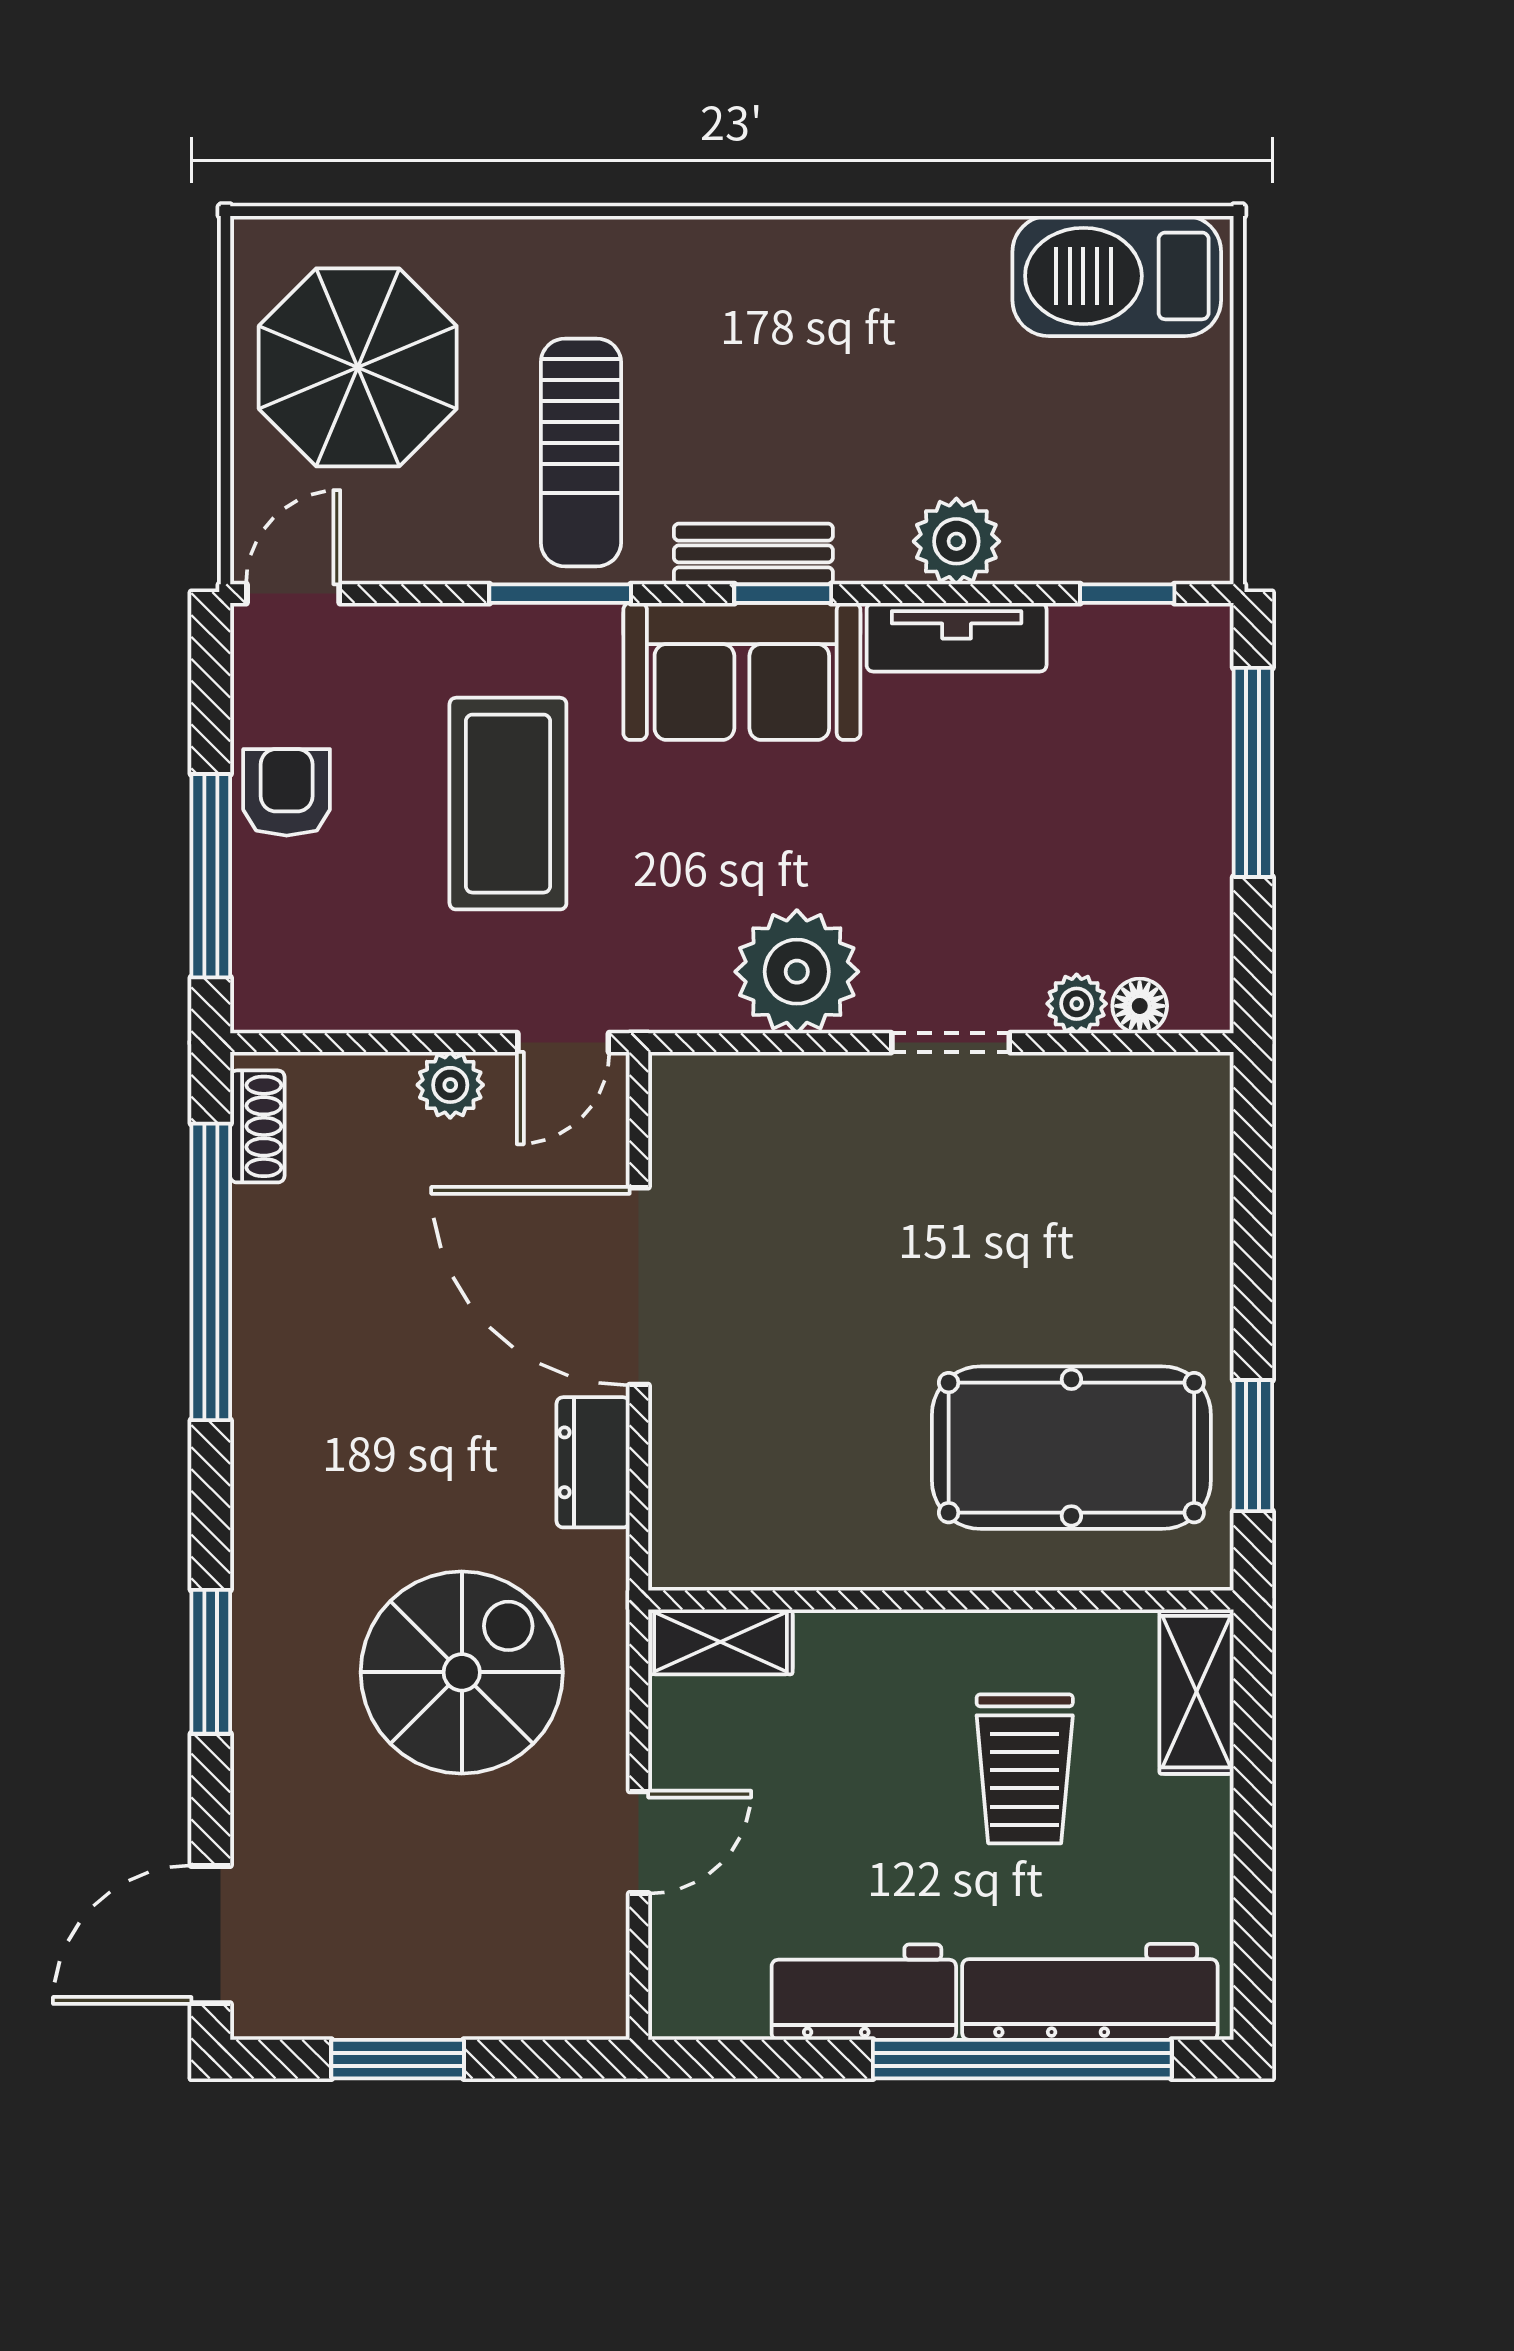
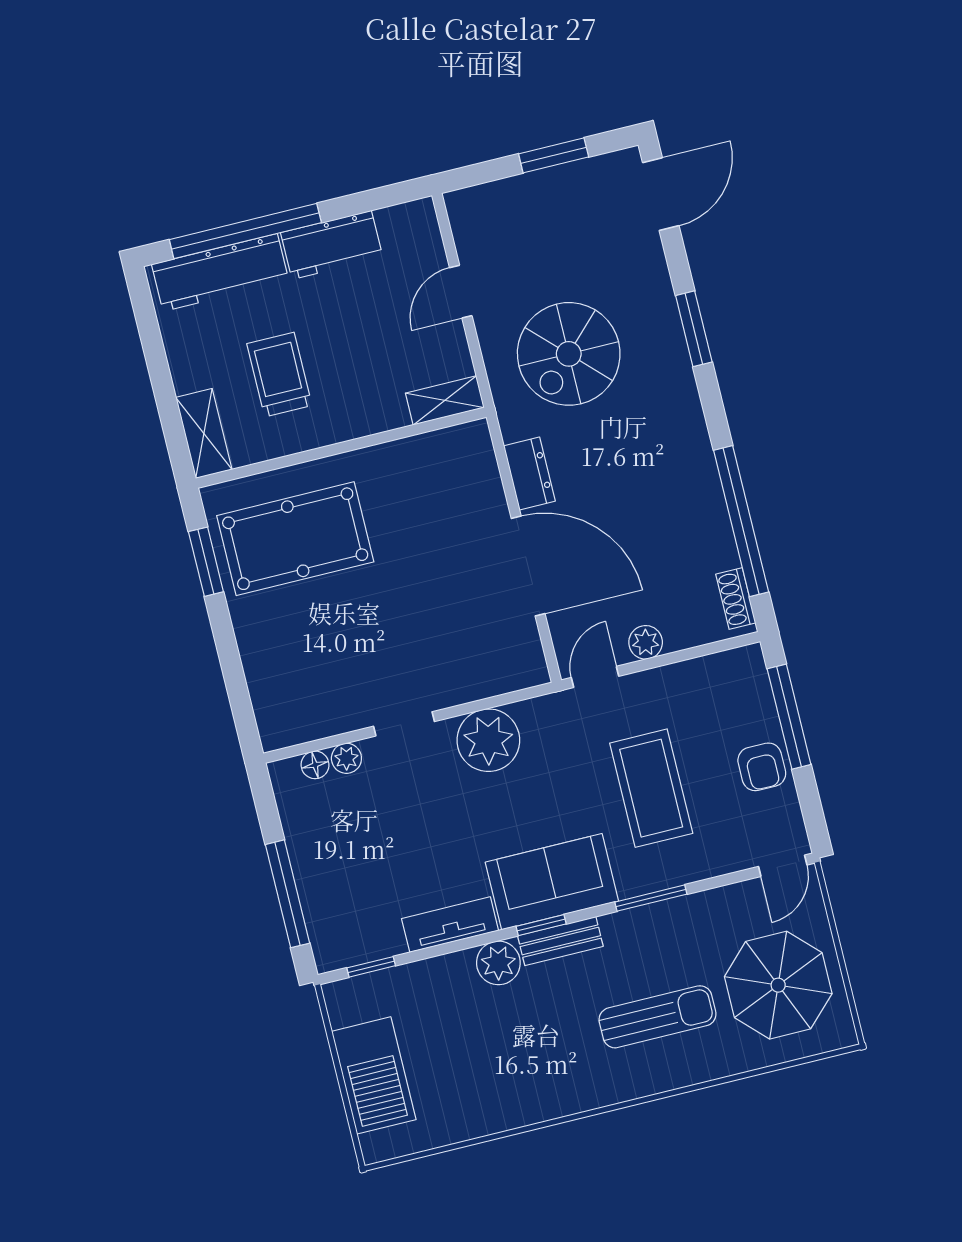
barbecue: (1117, 276) -> (374, 1075), moved, turned 90
sun lounger: (581, 452) -> (658, 1017), moved, turned 90
plant: (956, 541) -> (498, 963), moved

